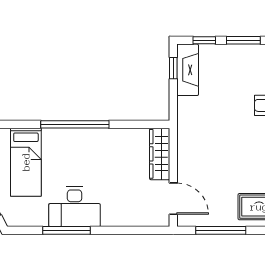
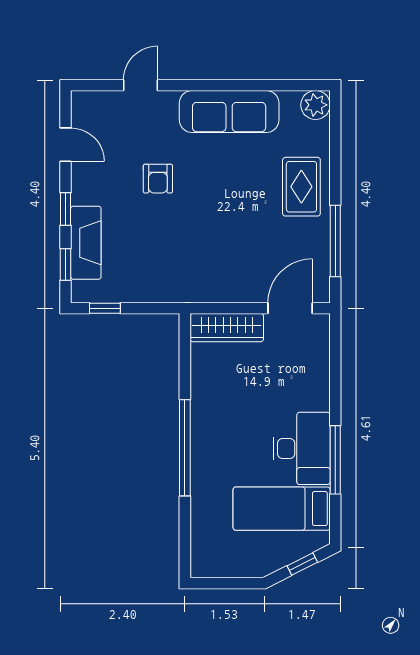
window: (243, 40) -> (66, 209), width x0.67
fireplace: (188, 70) -> (86, 243), moved, turned 90
bed: (26, 162) -> (282, 509), moved, turned 180

